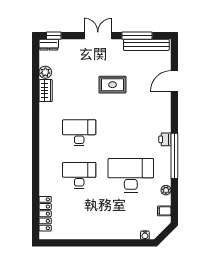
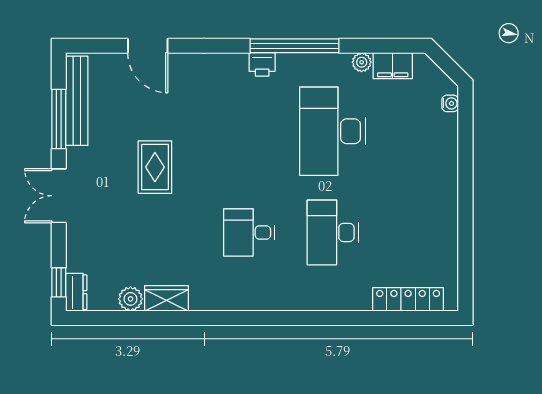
desk: (79, 133) -> (249, 232), width x0.73
filing cabinet: (164, 211) -> (393, 66), width x2.00

